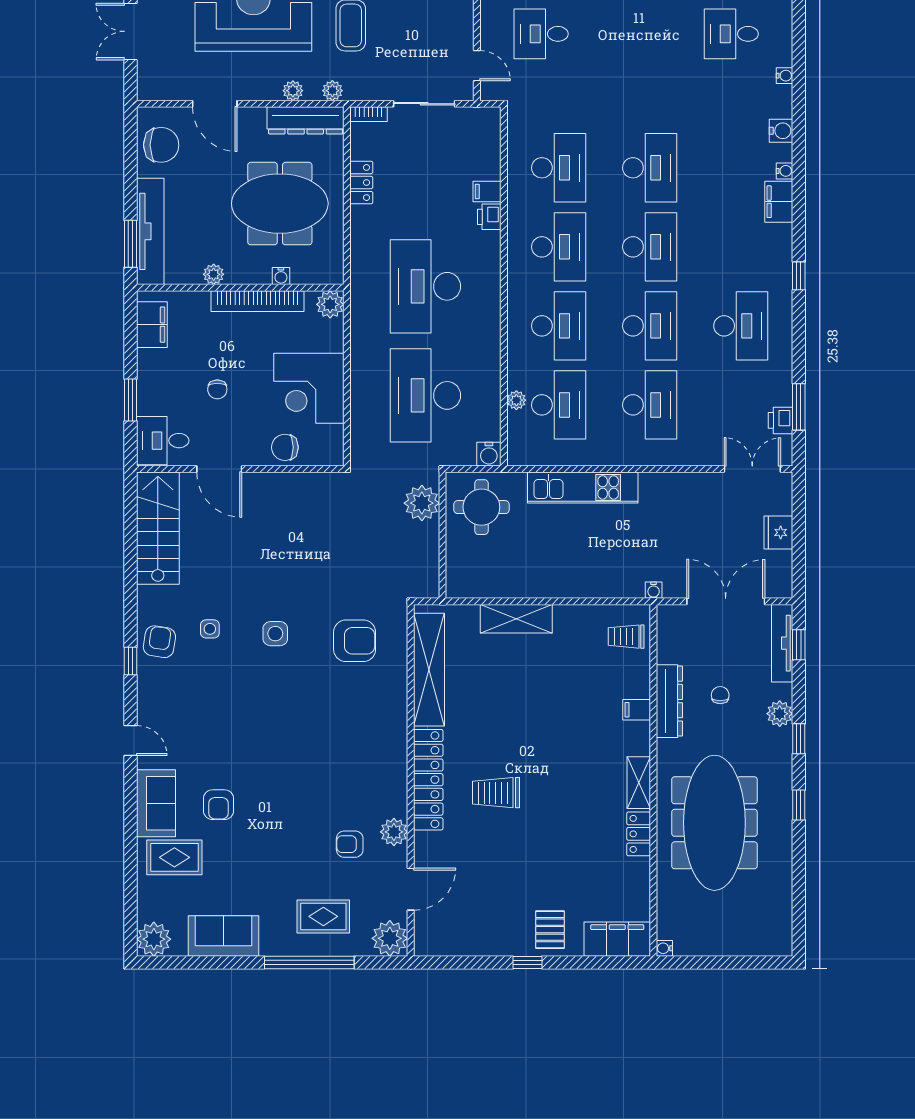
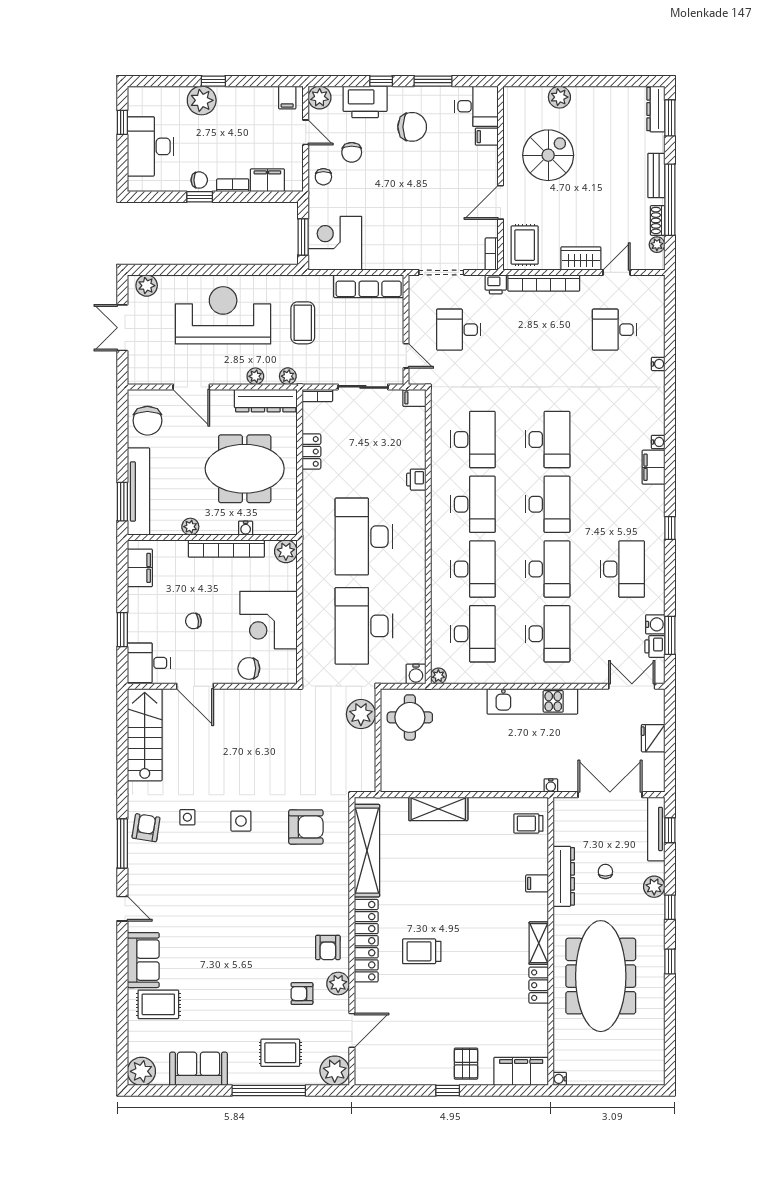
water cooler: (781, 131) -> (655, 624), moved
chair: (161, 145) -> (147, 421), turned 90
filing cabinet: (487, 192) -> (414, 398), moved
chair: (217, 389) -> (193, 621), turned 84
plant: (516, 400) -> (438, 676), moved
kitchen unit: (583, 487) -> (532, 701), moved
window: (130, 661) -> (122, 844), width x2.17
armchair: (219, 805) -> (328, 948), moved

